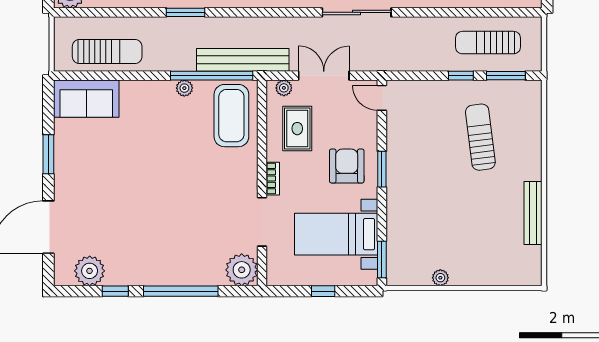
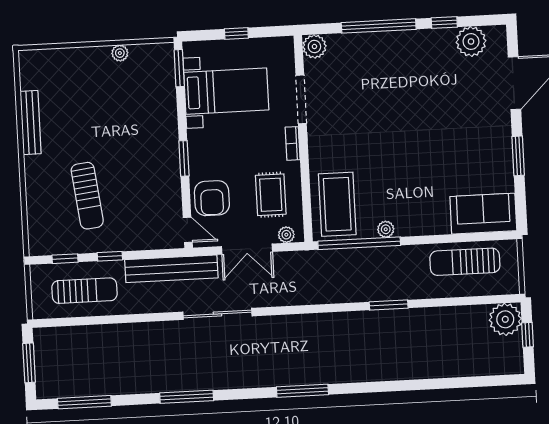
bench: (243, 60) -> (171, 269), moved
window: (506, 76) -> (65, 259), width x0.67
armchair: (347, 166) -> (212, 198), moved
plant: (242, 270) -> (314, 46), width x0.73, depth x0.73

